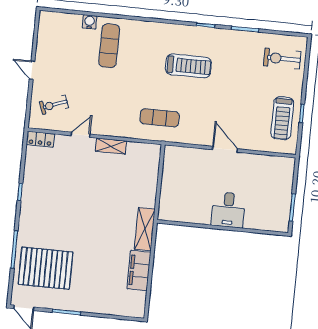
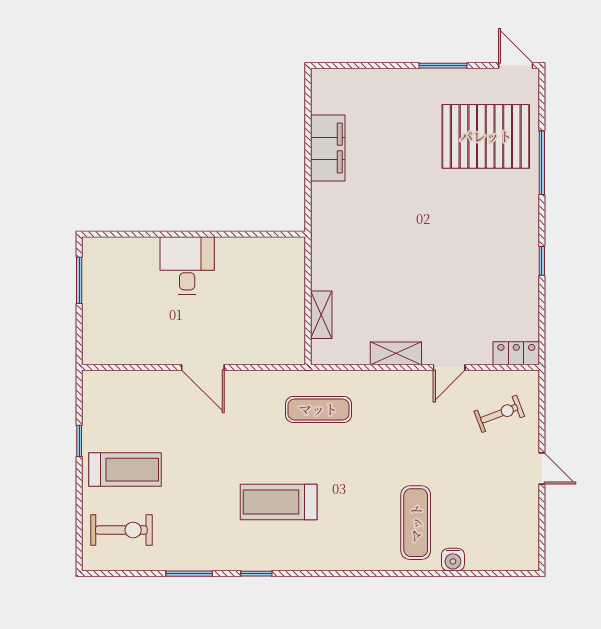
treadmill: (282, 118) -> (125, 470), moved, turned 90
shelving: (145, 229) -> (321, 315), moved, width x0.67, depth x0.75

